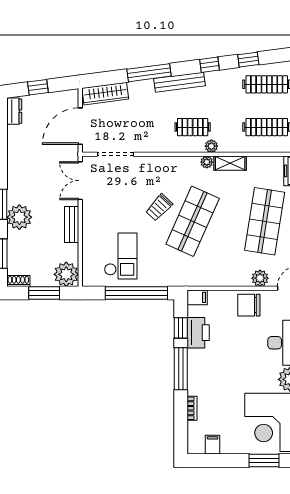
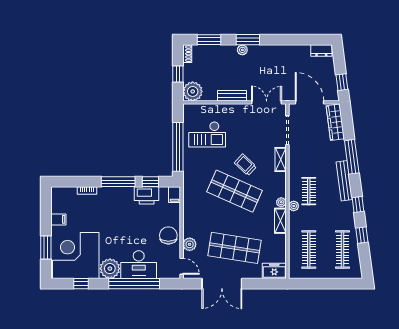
window: (38, 87) -> (342, 82), moved
shelving: (152, 163) -> (281, 159), added
plant: (19, 217) -> (242, 50), width x0.53, depth x0.53
window: (44, 293) -> (178, 74), width x0.67
filing cabinet: (213, 445) -> (58, 219), moved

